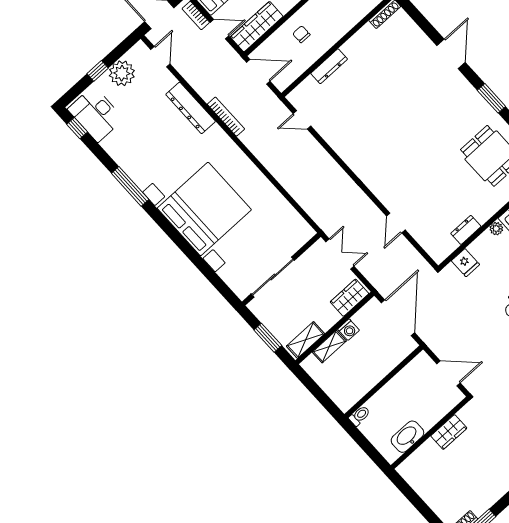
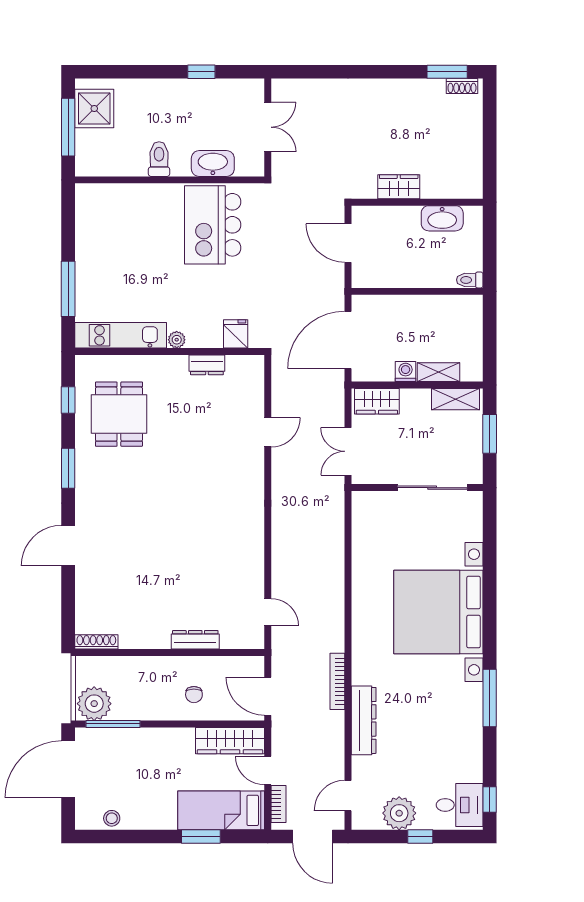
desk: (96, 114) -> (460, 805), width x0.73

